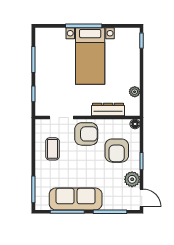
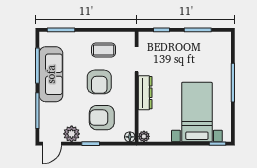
bed with nightstands: (90, 56) -> (197, 112), moved, turned 90
plant: (135, 92) -> (144, 136), moved
dresser: (108, 109) -> (145, 93), moved
armchair: (86, 134) -> (99, 82), moved

